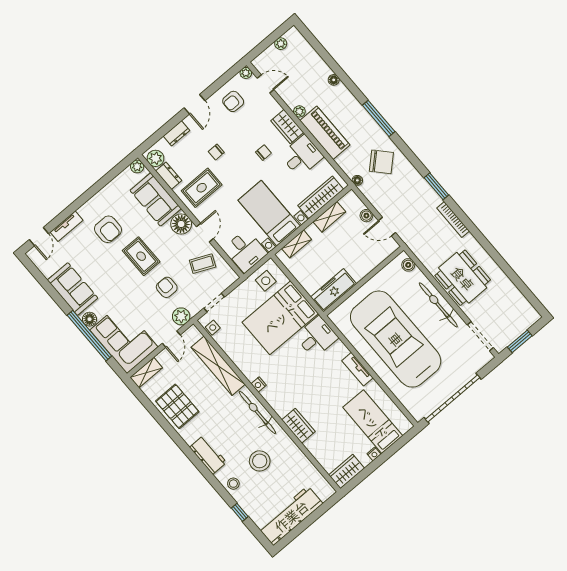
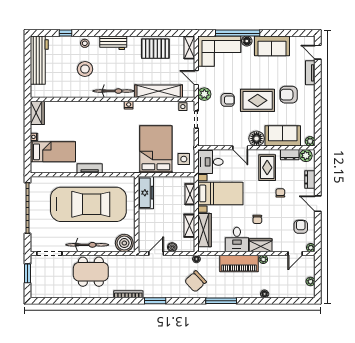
rug: (141, 256) -> (258, 100), width x1.36, depth x1.43
coffee table: (203, 264) -> (224, 132), removed
boiler: (408, 265) -> (124, 243), width x1.86, depth x1.86
desk: (317, 337) -> (128, 161), removed
wardrobe: (298, 426) -> (86, 108), removed

